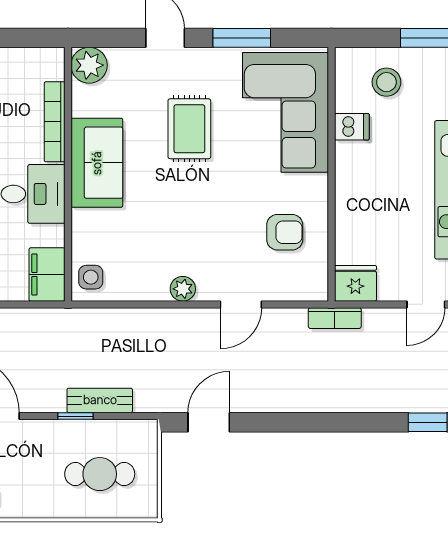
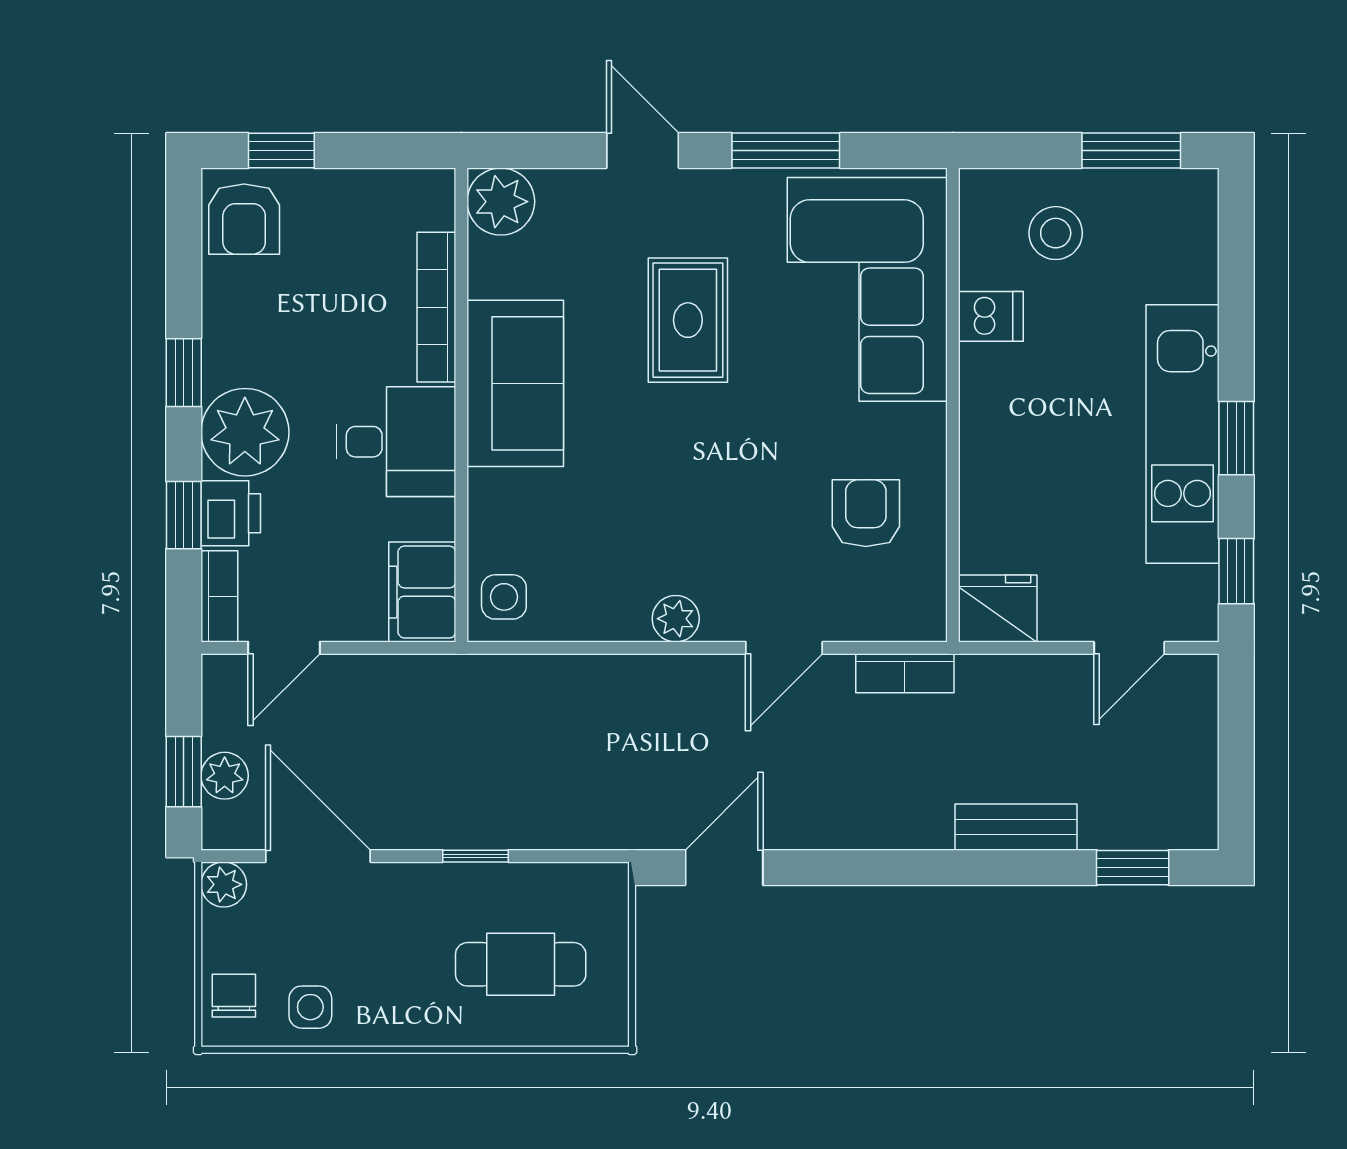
armchair: (285, 232) -> (866, 513), turned -90
bookcase: (335, 318) -> (905, 673), moved
bench: (100, 400) -> (1016, 827), moved

